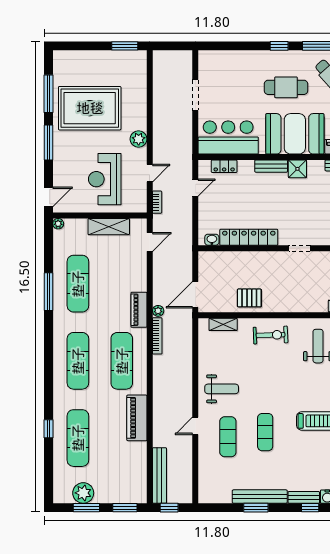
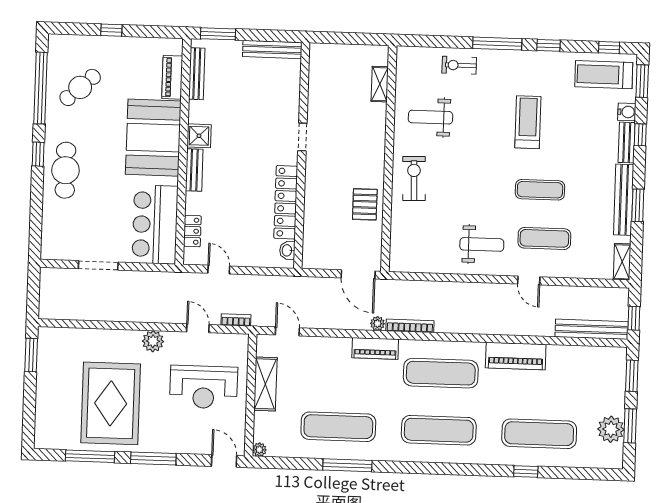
cafe table: (286, 87) -> (65, 170), moved
shelving: (223, 324) -> (622, 262), moved
weight bench: (222, 389) -> (482, 244), turned 90

